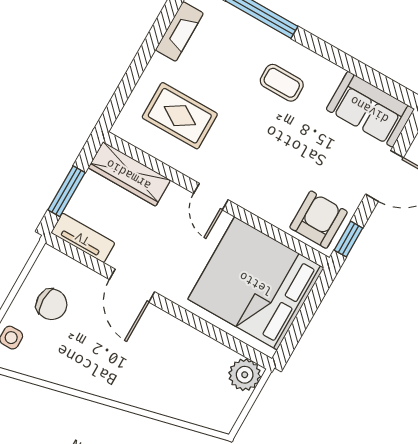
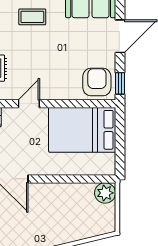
door: (211, 197) -> (29, 104), swing flipped
bed: (256, 283) -> (82, 130), width x0.73

